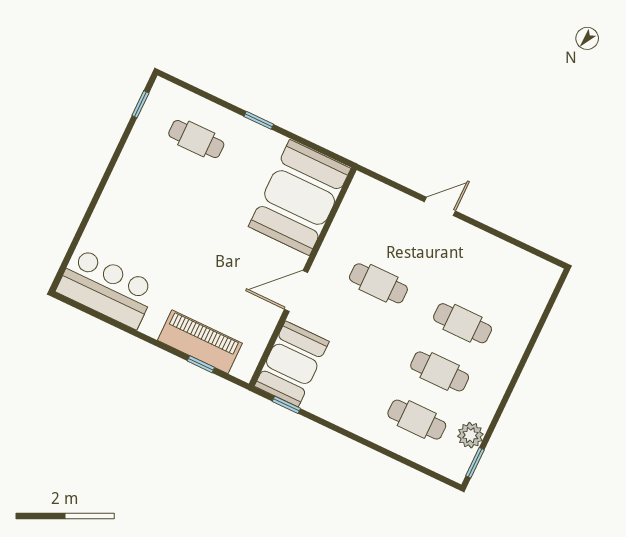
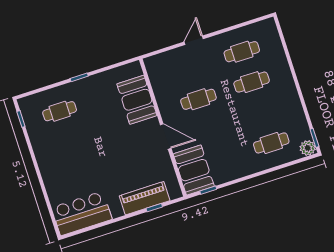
booth: (300, 198) -> (137, 100), width x0.73, depth x0.70
door: (296, 291) -> (166, 136), swing flipped
cafe table: (440, 371) -> (242, 52), moved
plant: (470, 435) -> (308, 148), moved

